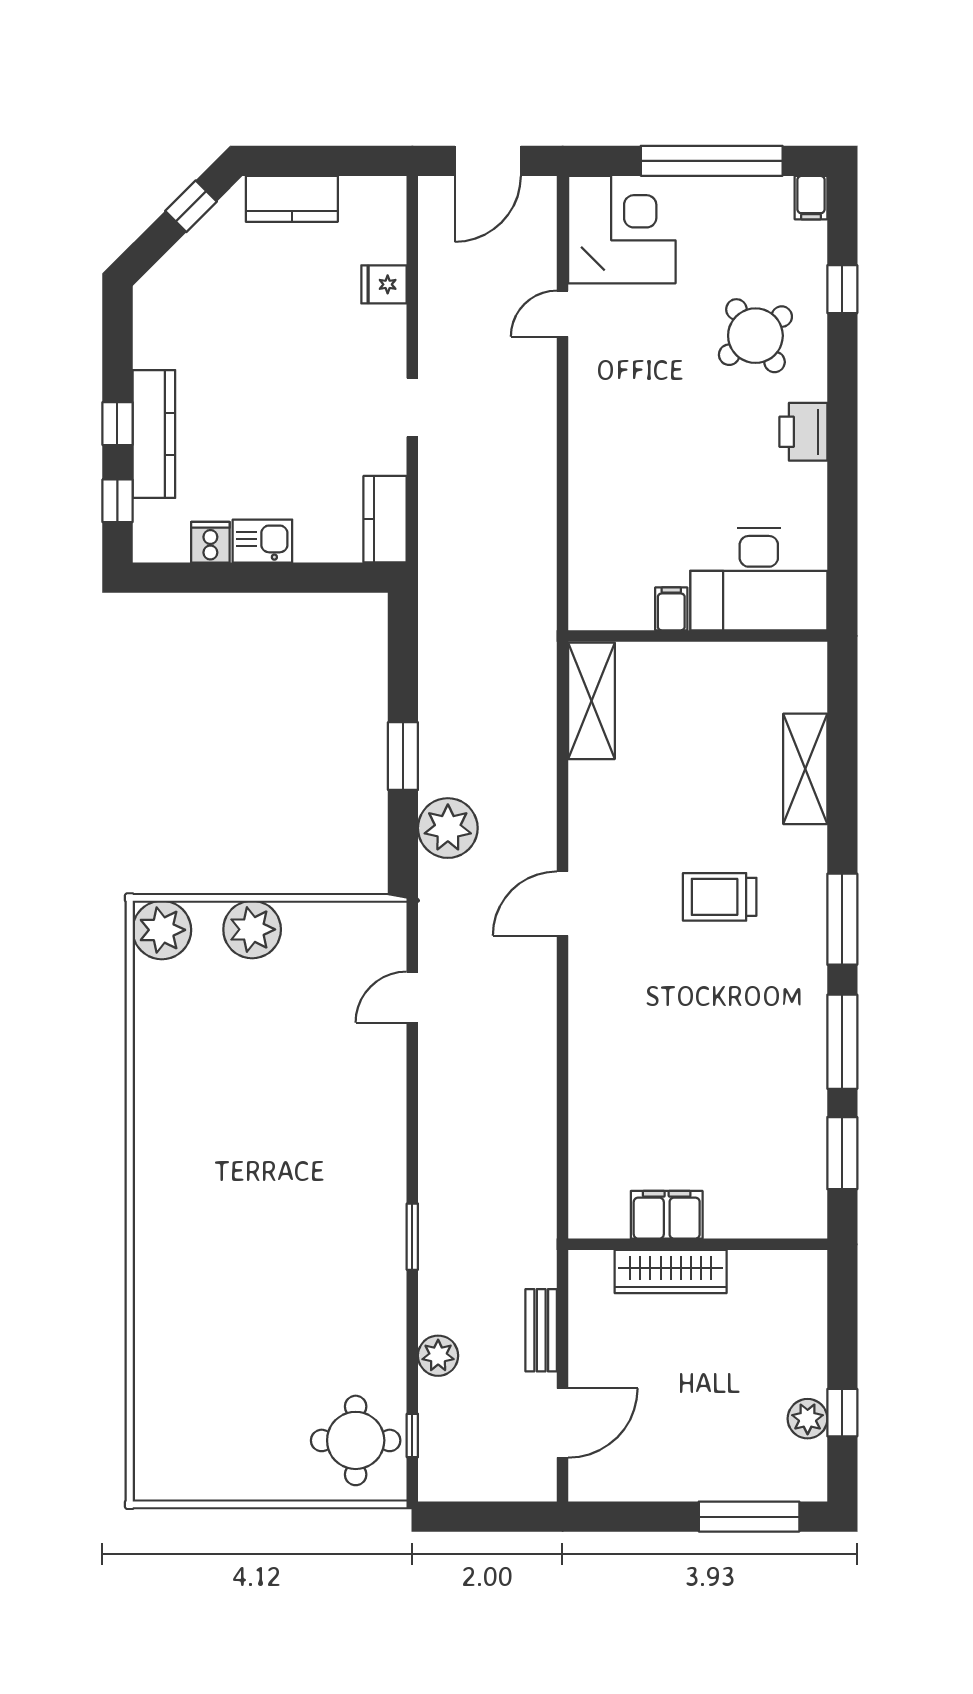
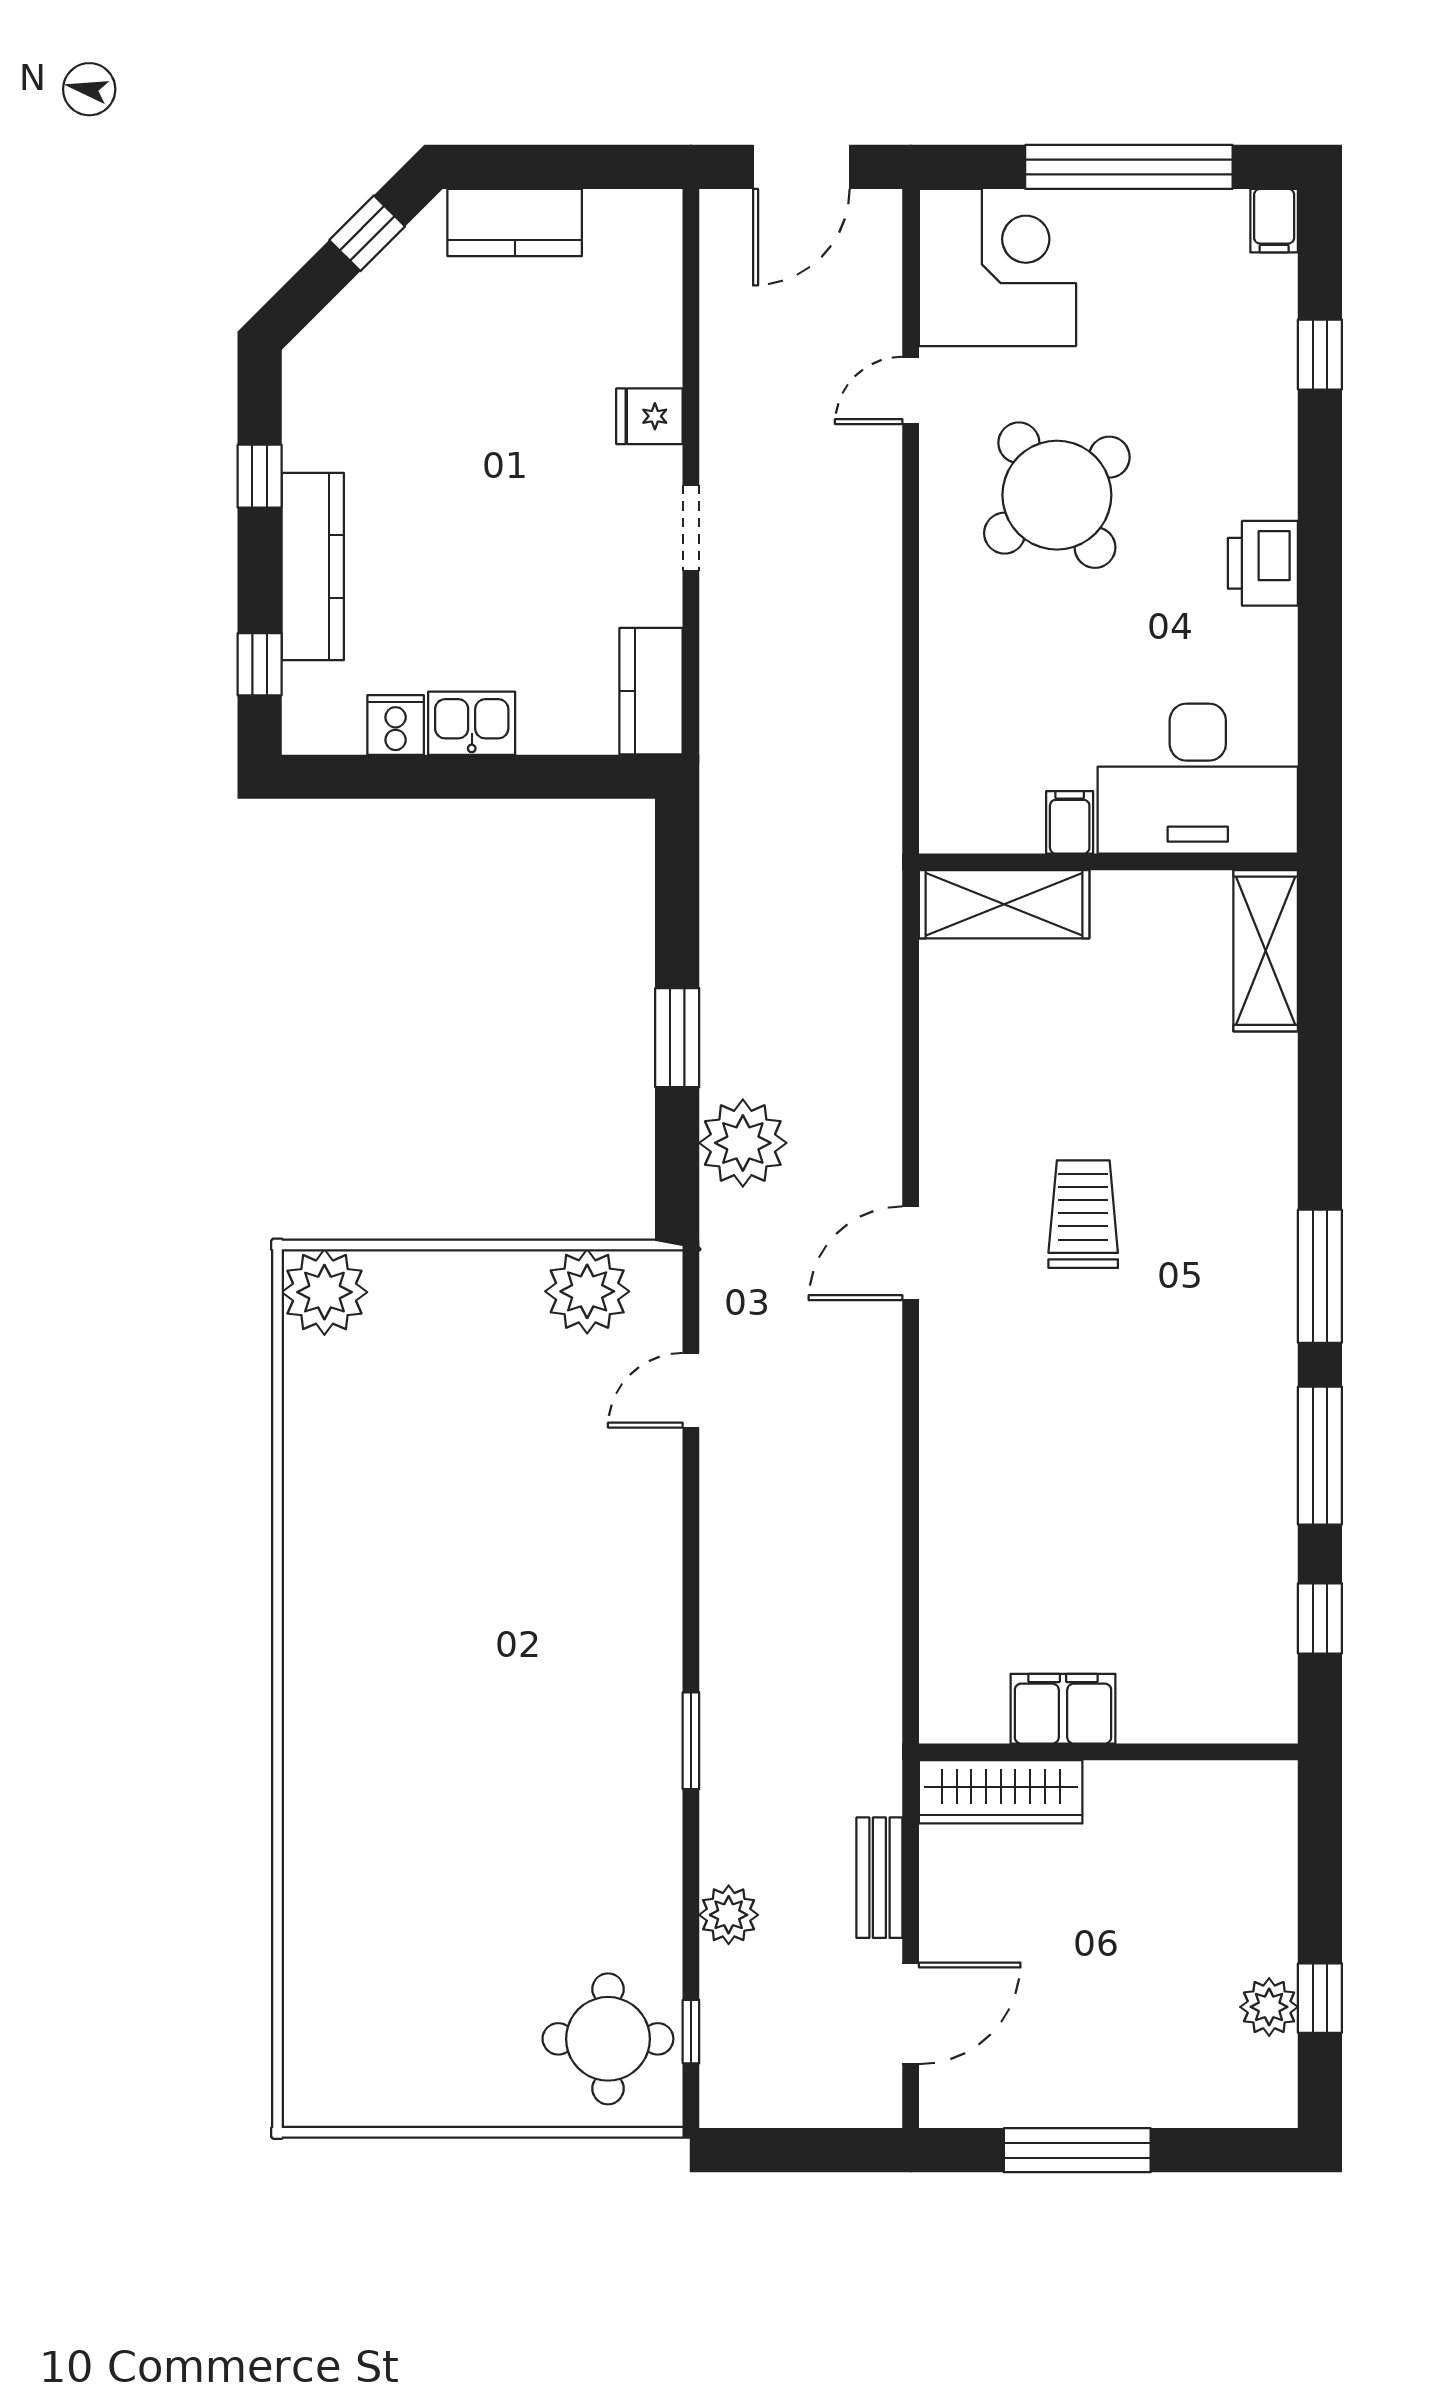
fridge: (384, 284) -> (649, 416), moved
round table: (755, 336) -> (1057, 495), moved, width x1.36, depth x1.36
window: (117, 424) -> (260, 476), moved
shelving: (591, 701) -> (1004, 904), moved, turned 90
shelving: (805, 769) -> (1266, 951), moved
trolley: (720, 897) -> (1083, 1214), moved, turned 90
plant: (252, 929) -> (587, 1291), moved
window: (842, 1153) -> (1320, 1618), width x0.67
wardrobe: (671, 1272) -> (1001, 1792), moved
window: (749, 1517) -> (1077, 2150), moved

